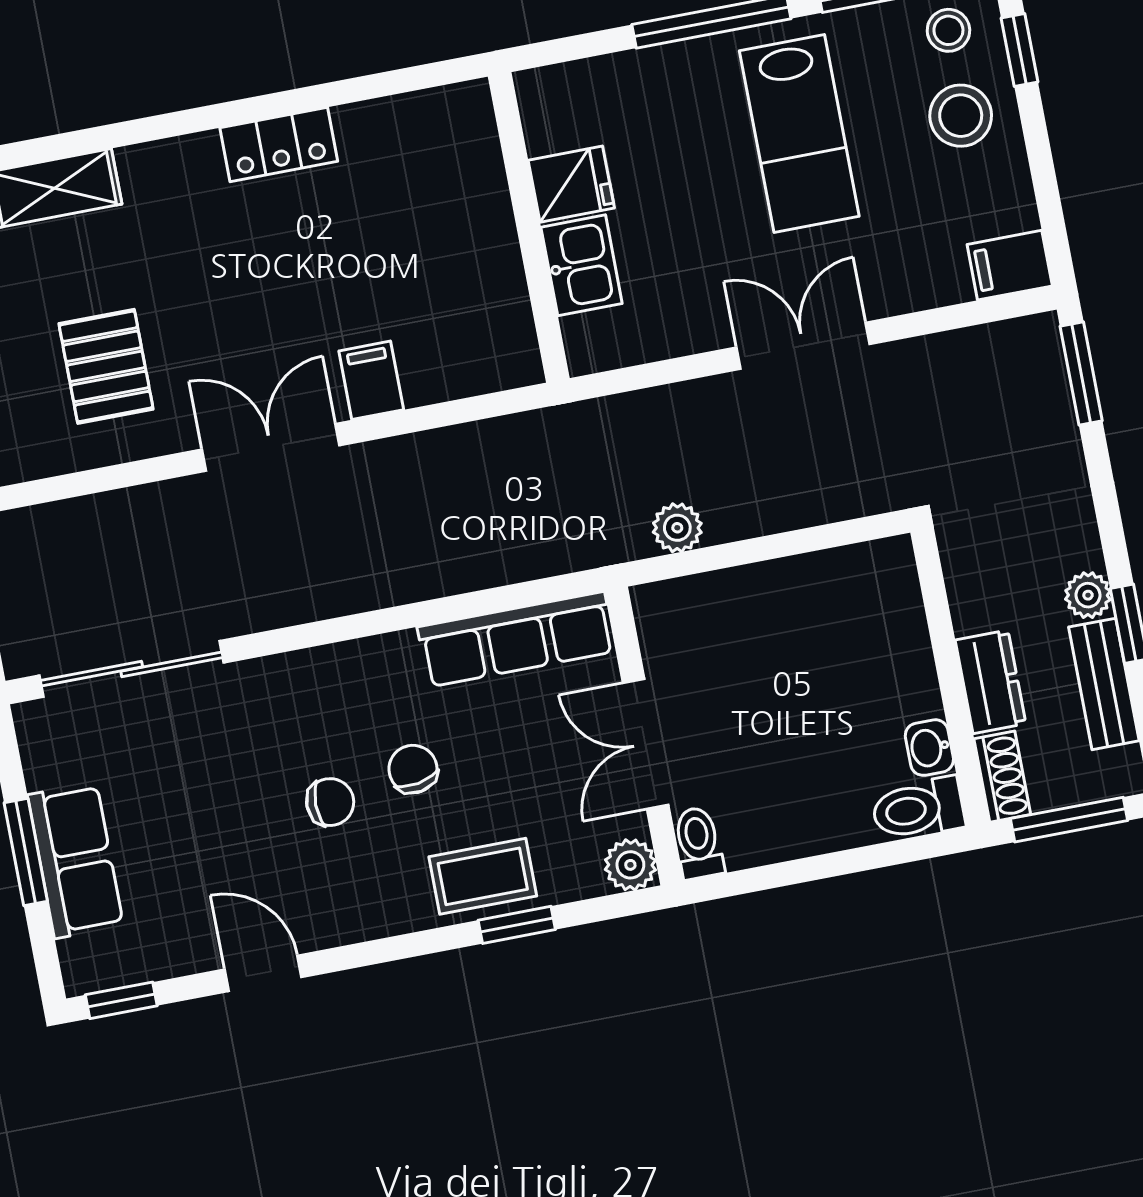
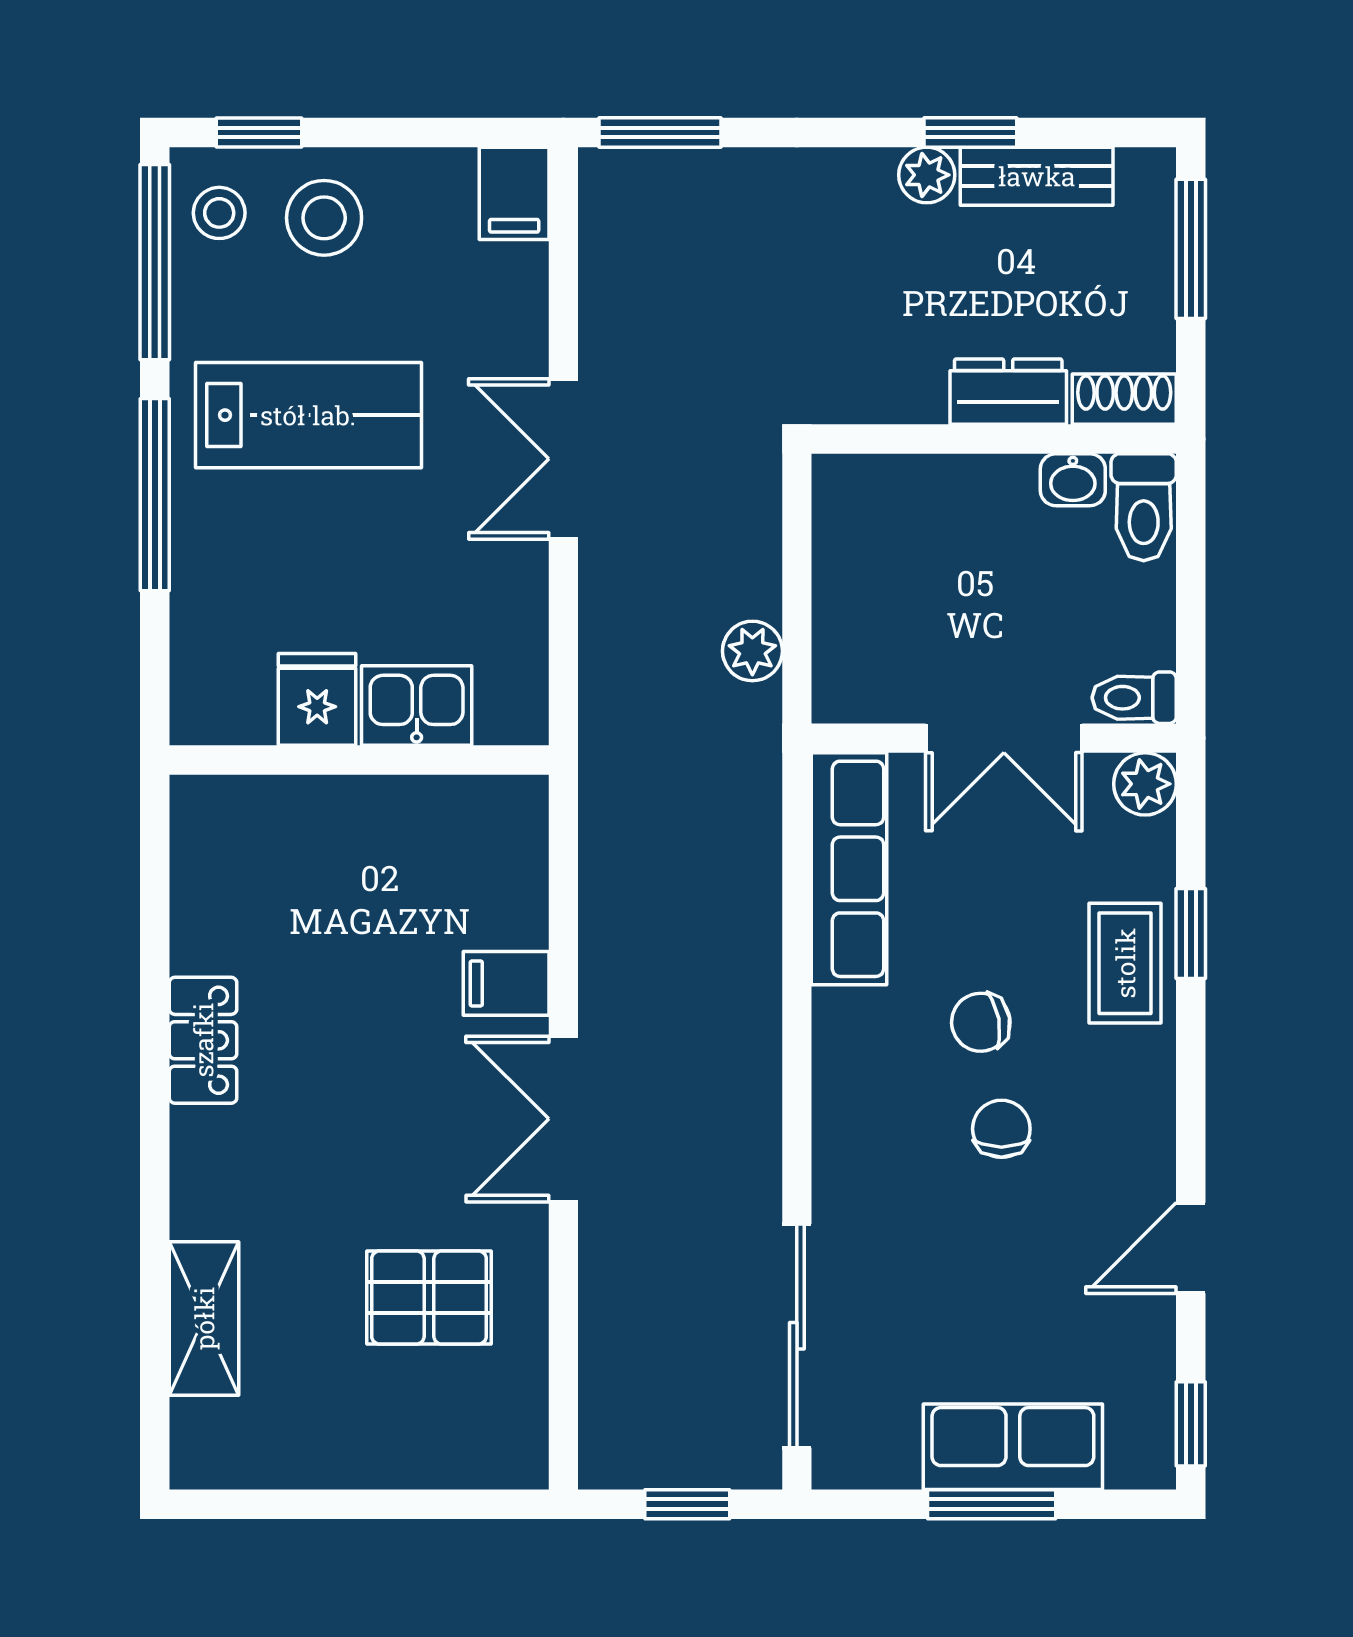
wall: (950, 678) -> (994, 439), moved
dresser: (991, 682) -> (1008, 392), moved
washbasin: (929, 748) -> (1073, 480), moved
shoe rack: (1002, 777) -> (1124, 399), moved
toilet: (918, 809) -> (1144, 507), moved

